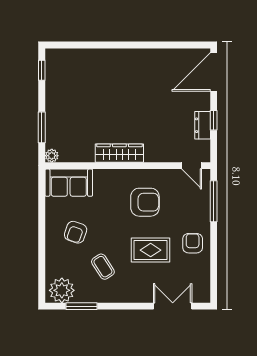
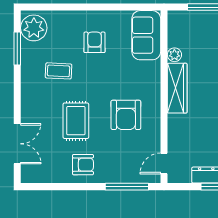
plant: (52, 156) -> (174, 55), moved
armchair: (76, 232) -> (94, 42), turned 71
coffee table: (103, 267) -> (59, 71), turned 36

